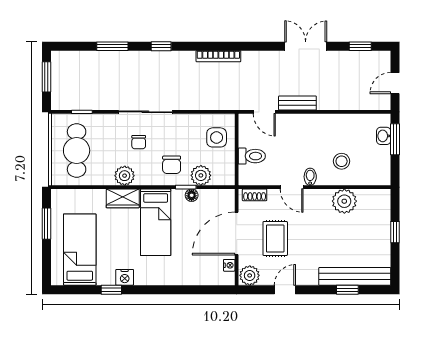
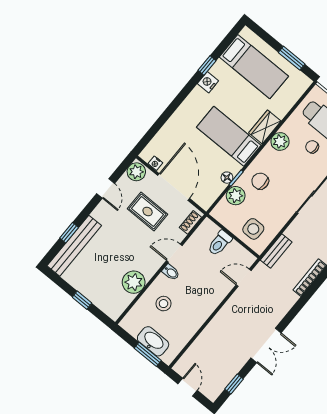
bench: (297, 103) -> (276, 251), moved
washbasin: (384, 136) -> (153, 341), width x1.91, depth x1.45
chair: (139, 142) -> (312, 147), moved

